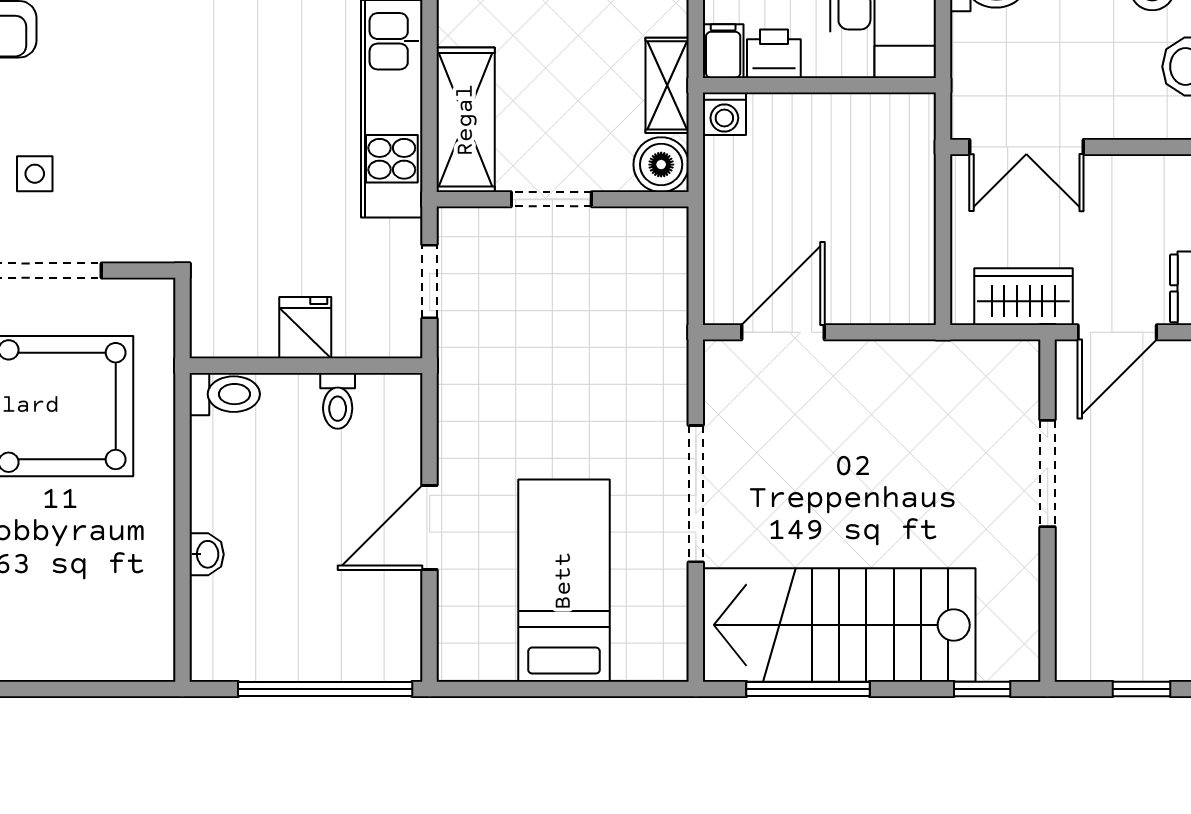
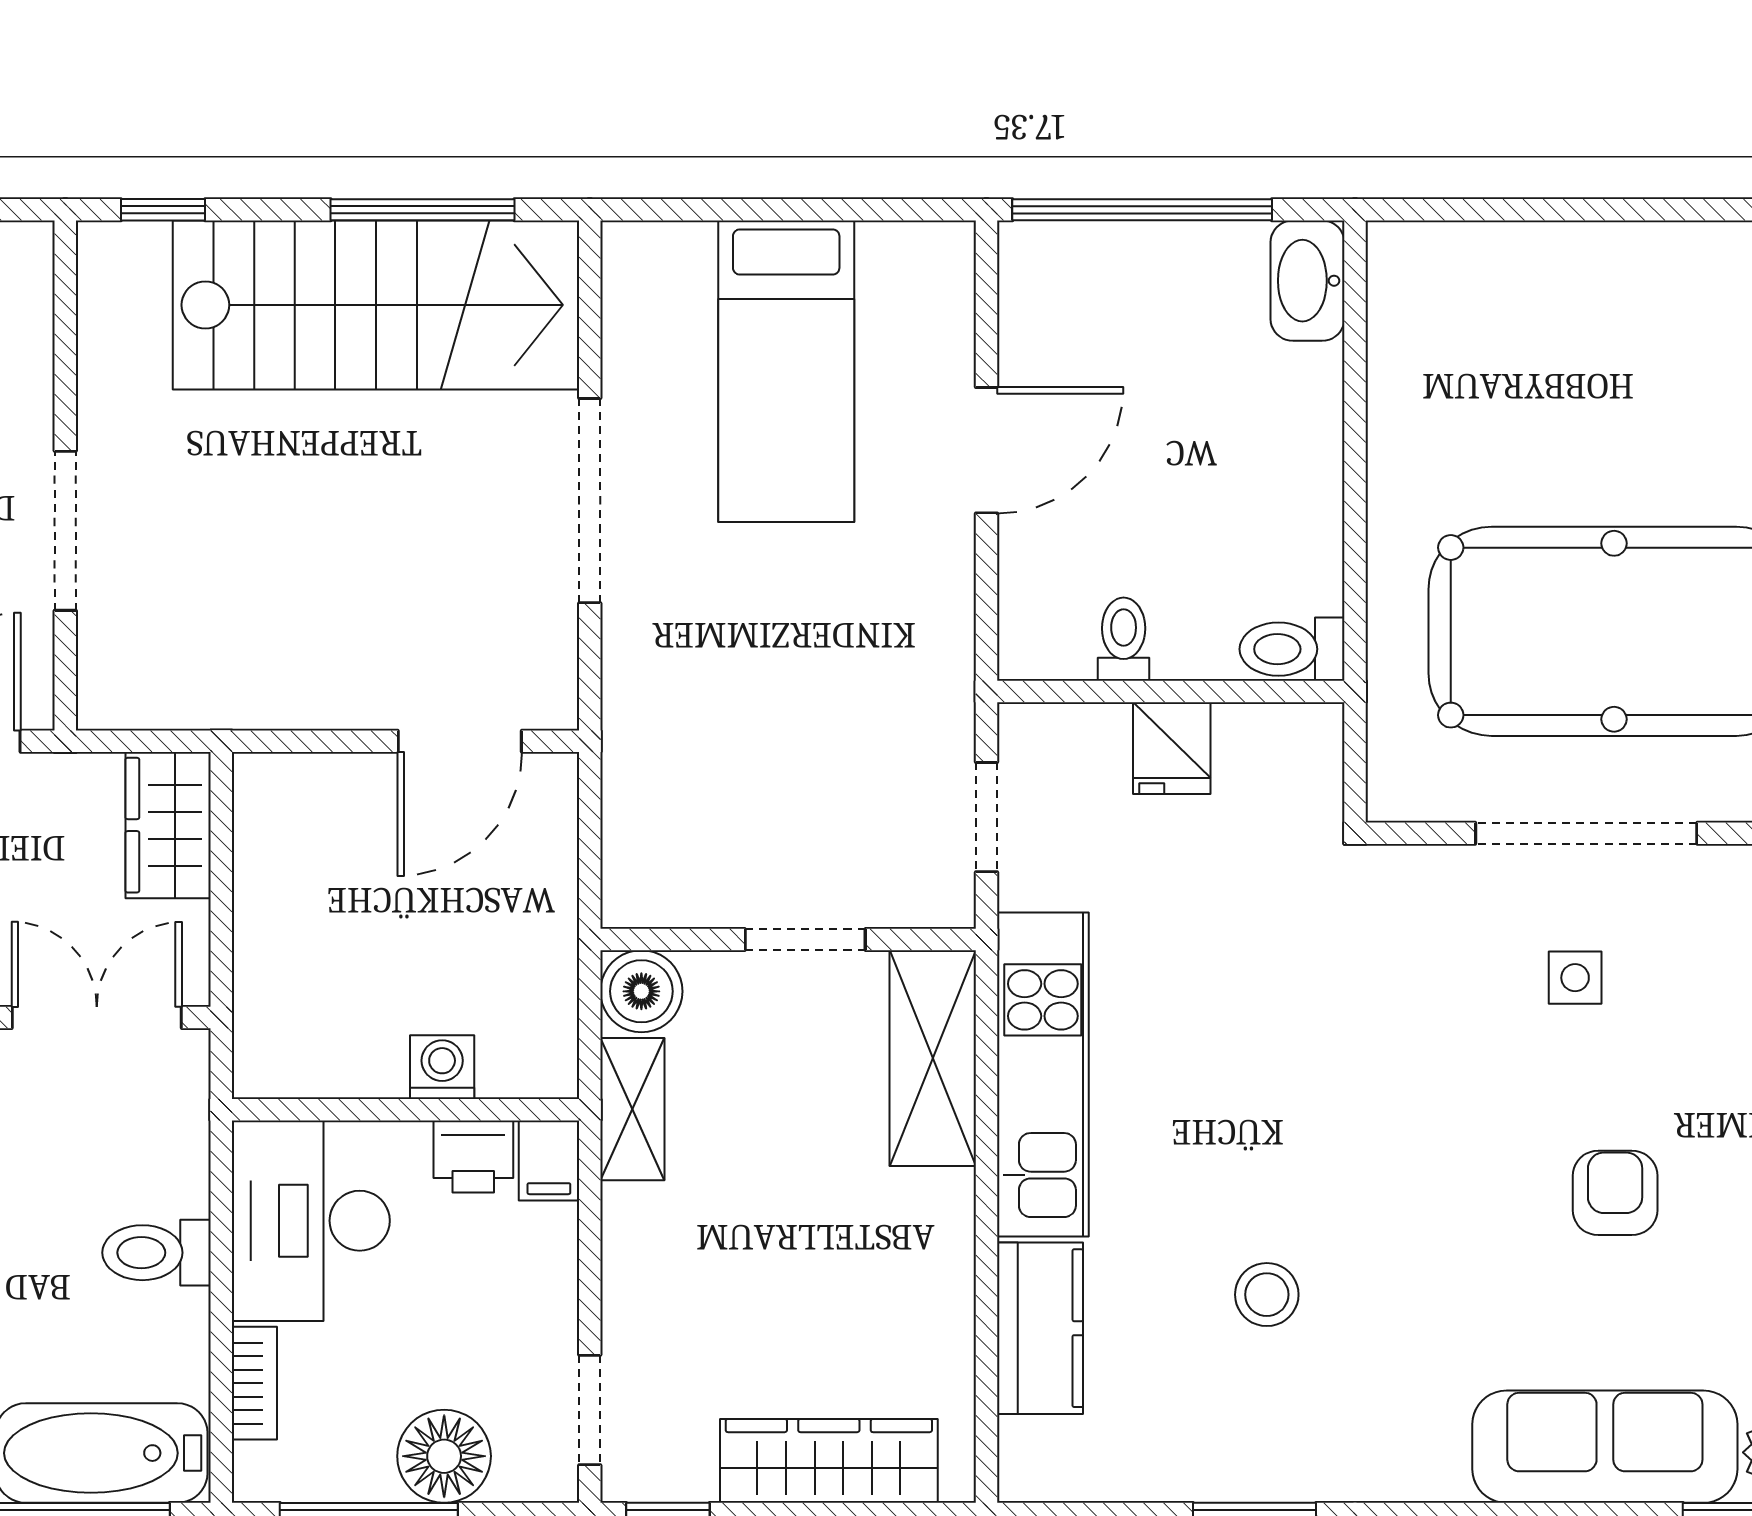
washing machine: (724, 114) -> (442, 1067), moved
wardrobe: (1023, 297) -> (168, 825), moved, turned 90
washbasin: (207, 554) -> (1308, 281), moved, width x1.91, depth x1.45

